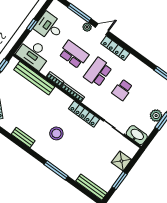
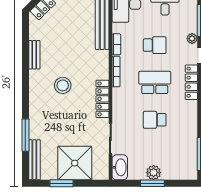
school desk: (74, 55) -> (155, 45), width x0.54
shower: (121, 161) -> (75, 163), width x1.86, depth x1.86
window: (56, 170) -> (25, 135), moved

